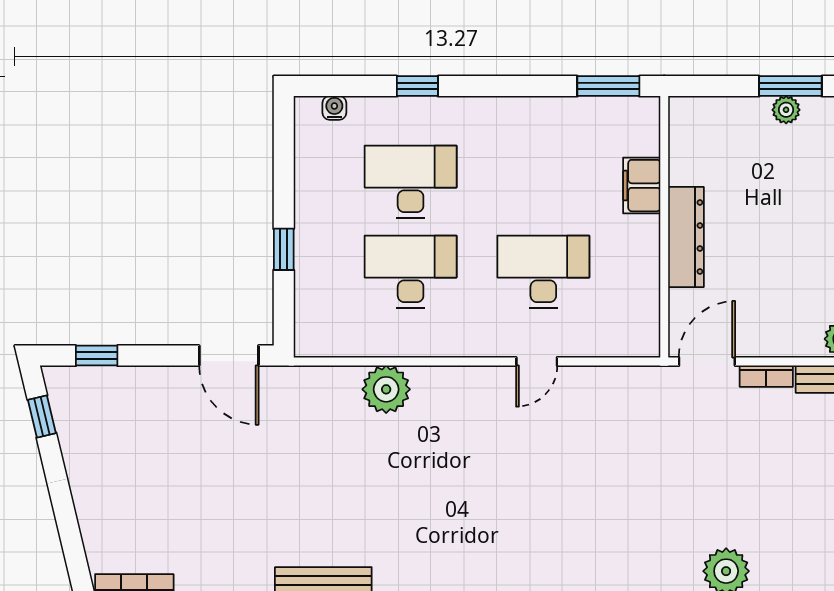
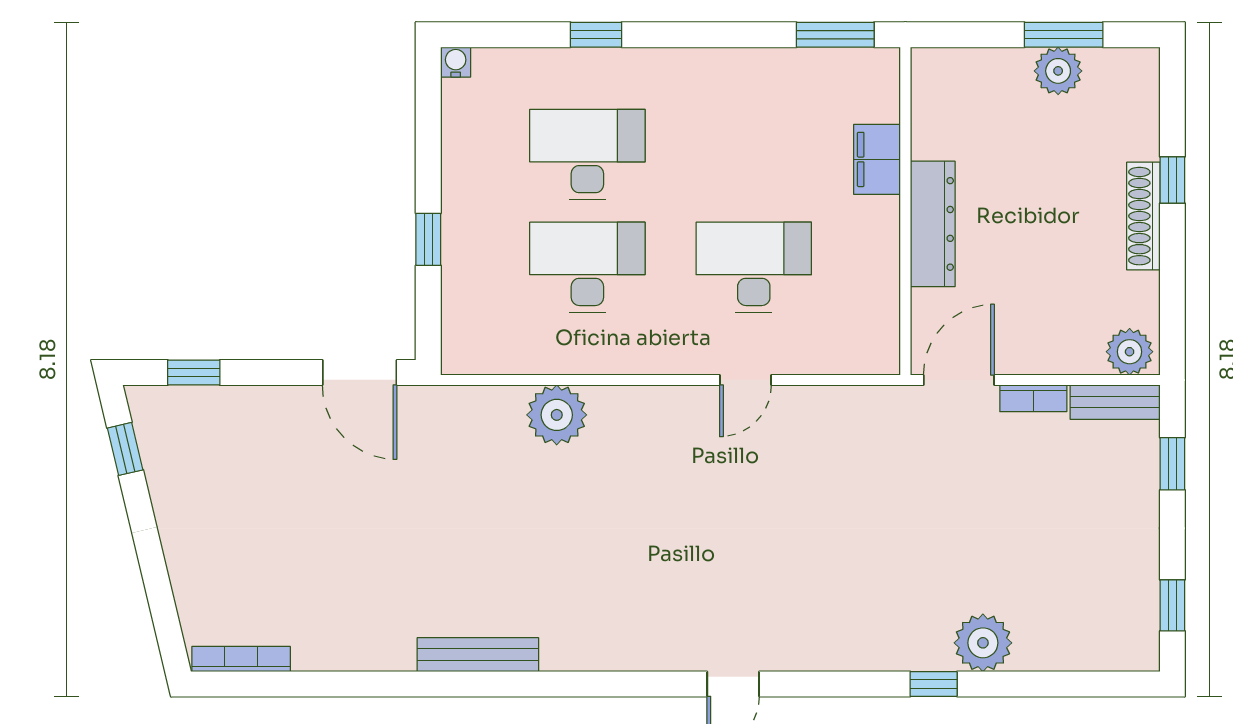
water cooler: (334, 108) -> (456, 62), moved
plant: (786, 110) -> (1058, 71), width x1.38, depth x1.38

